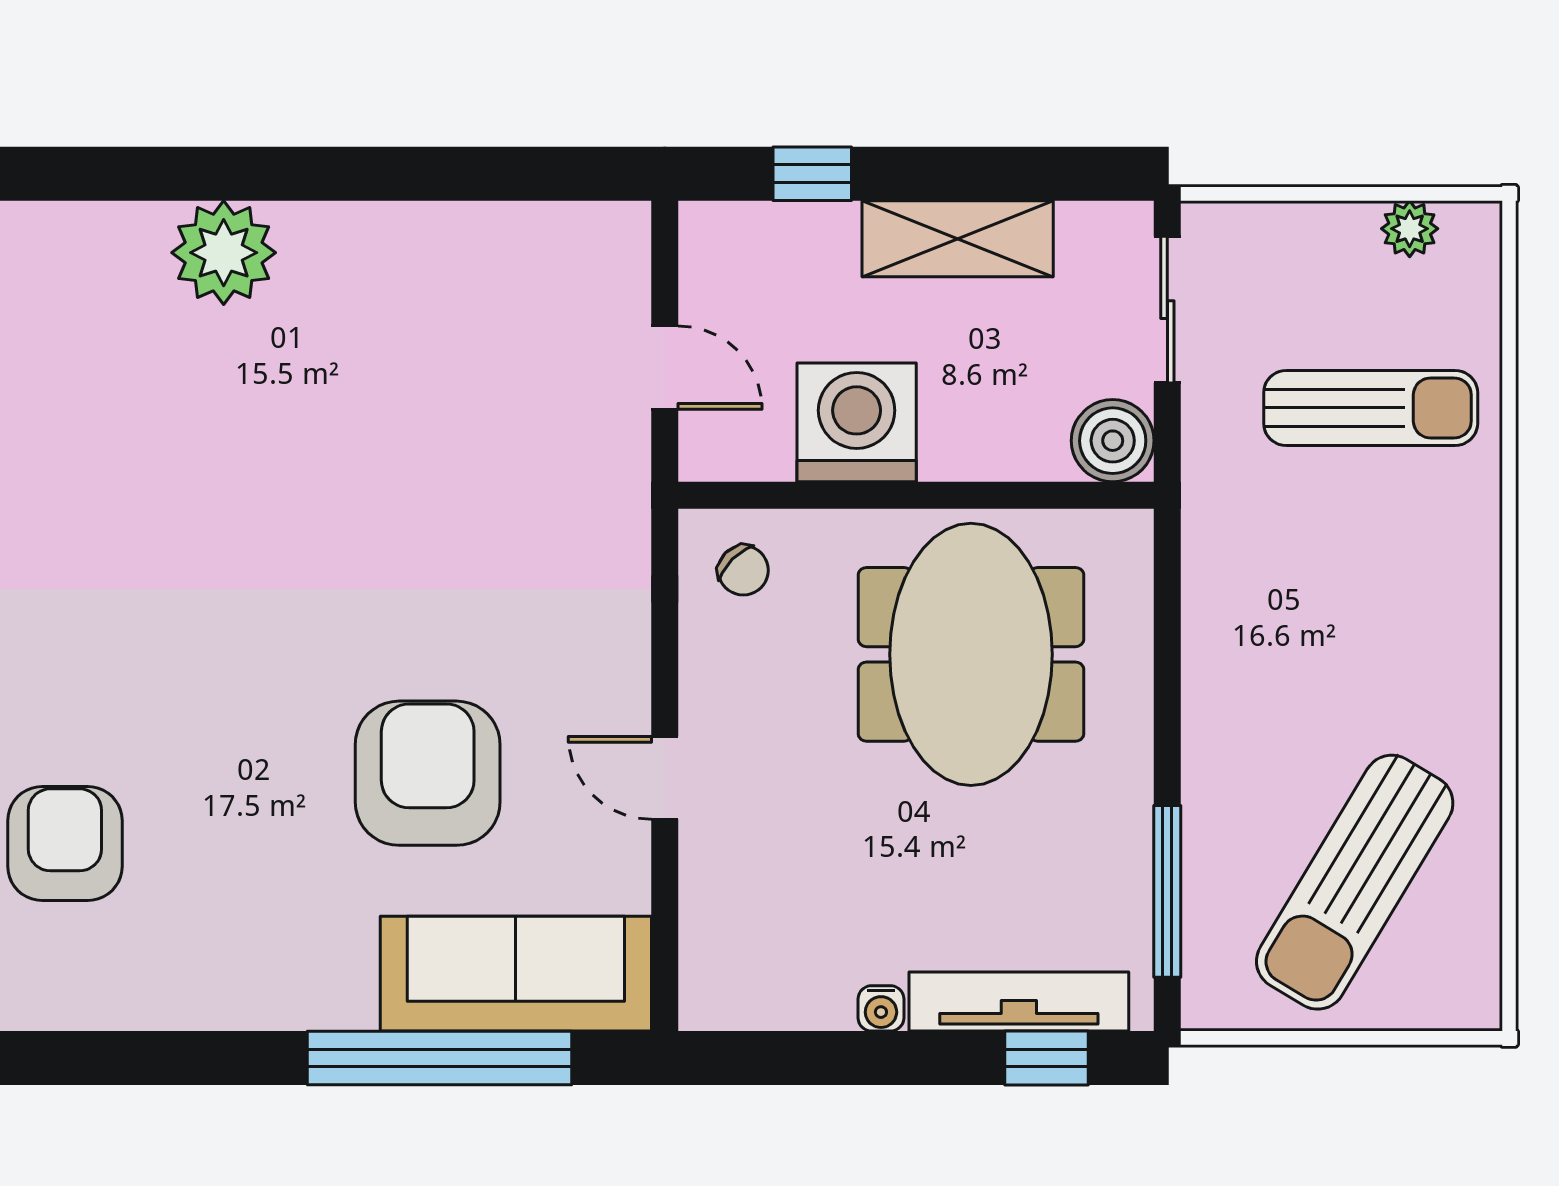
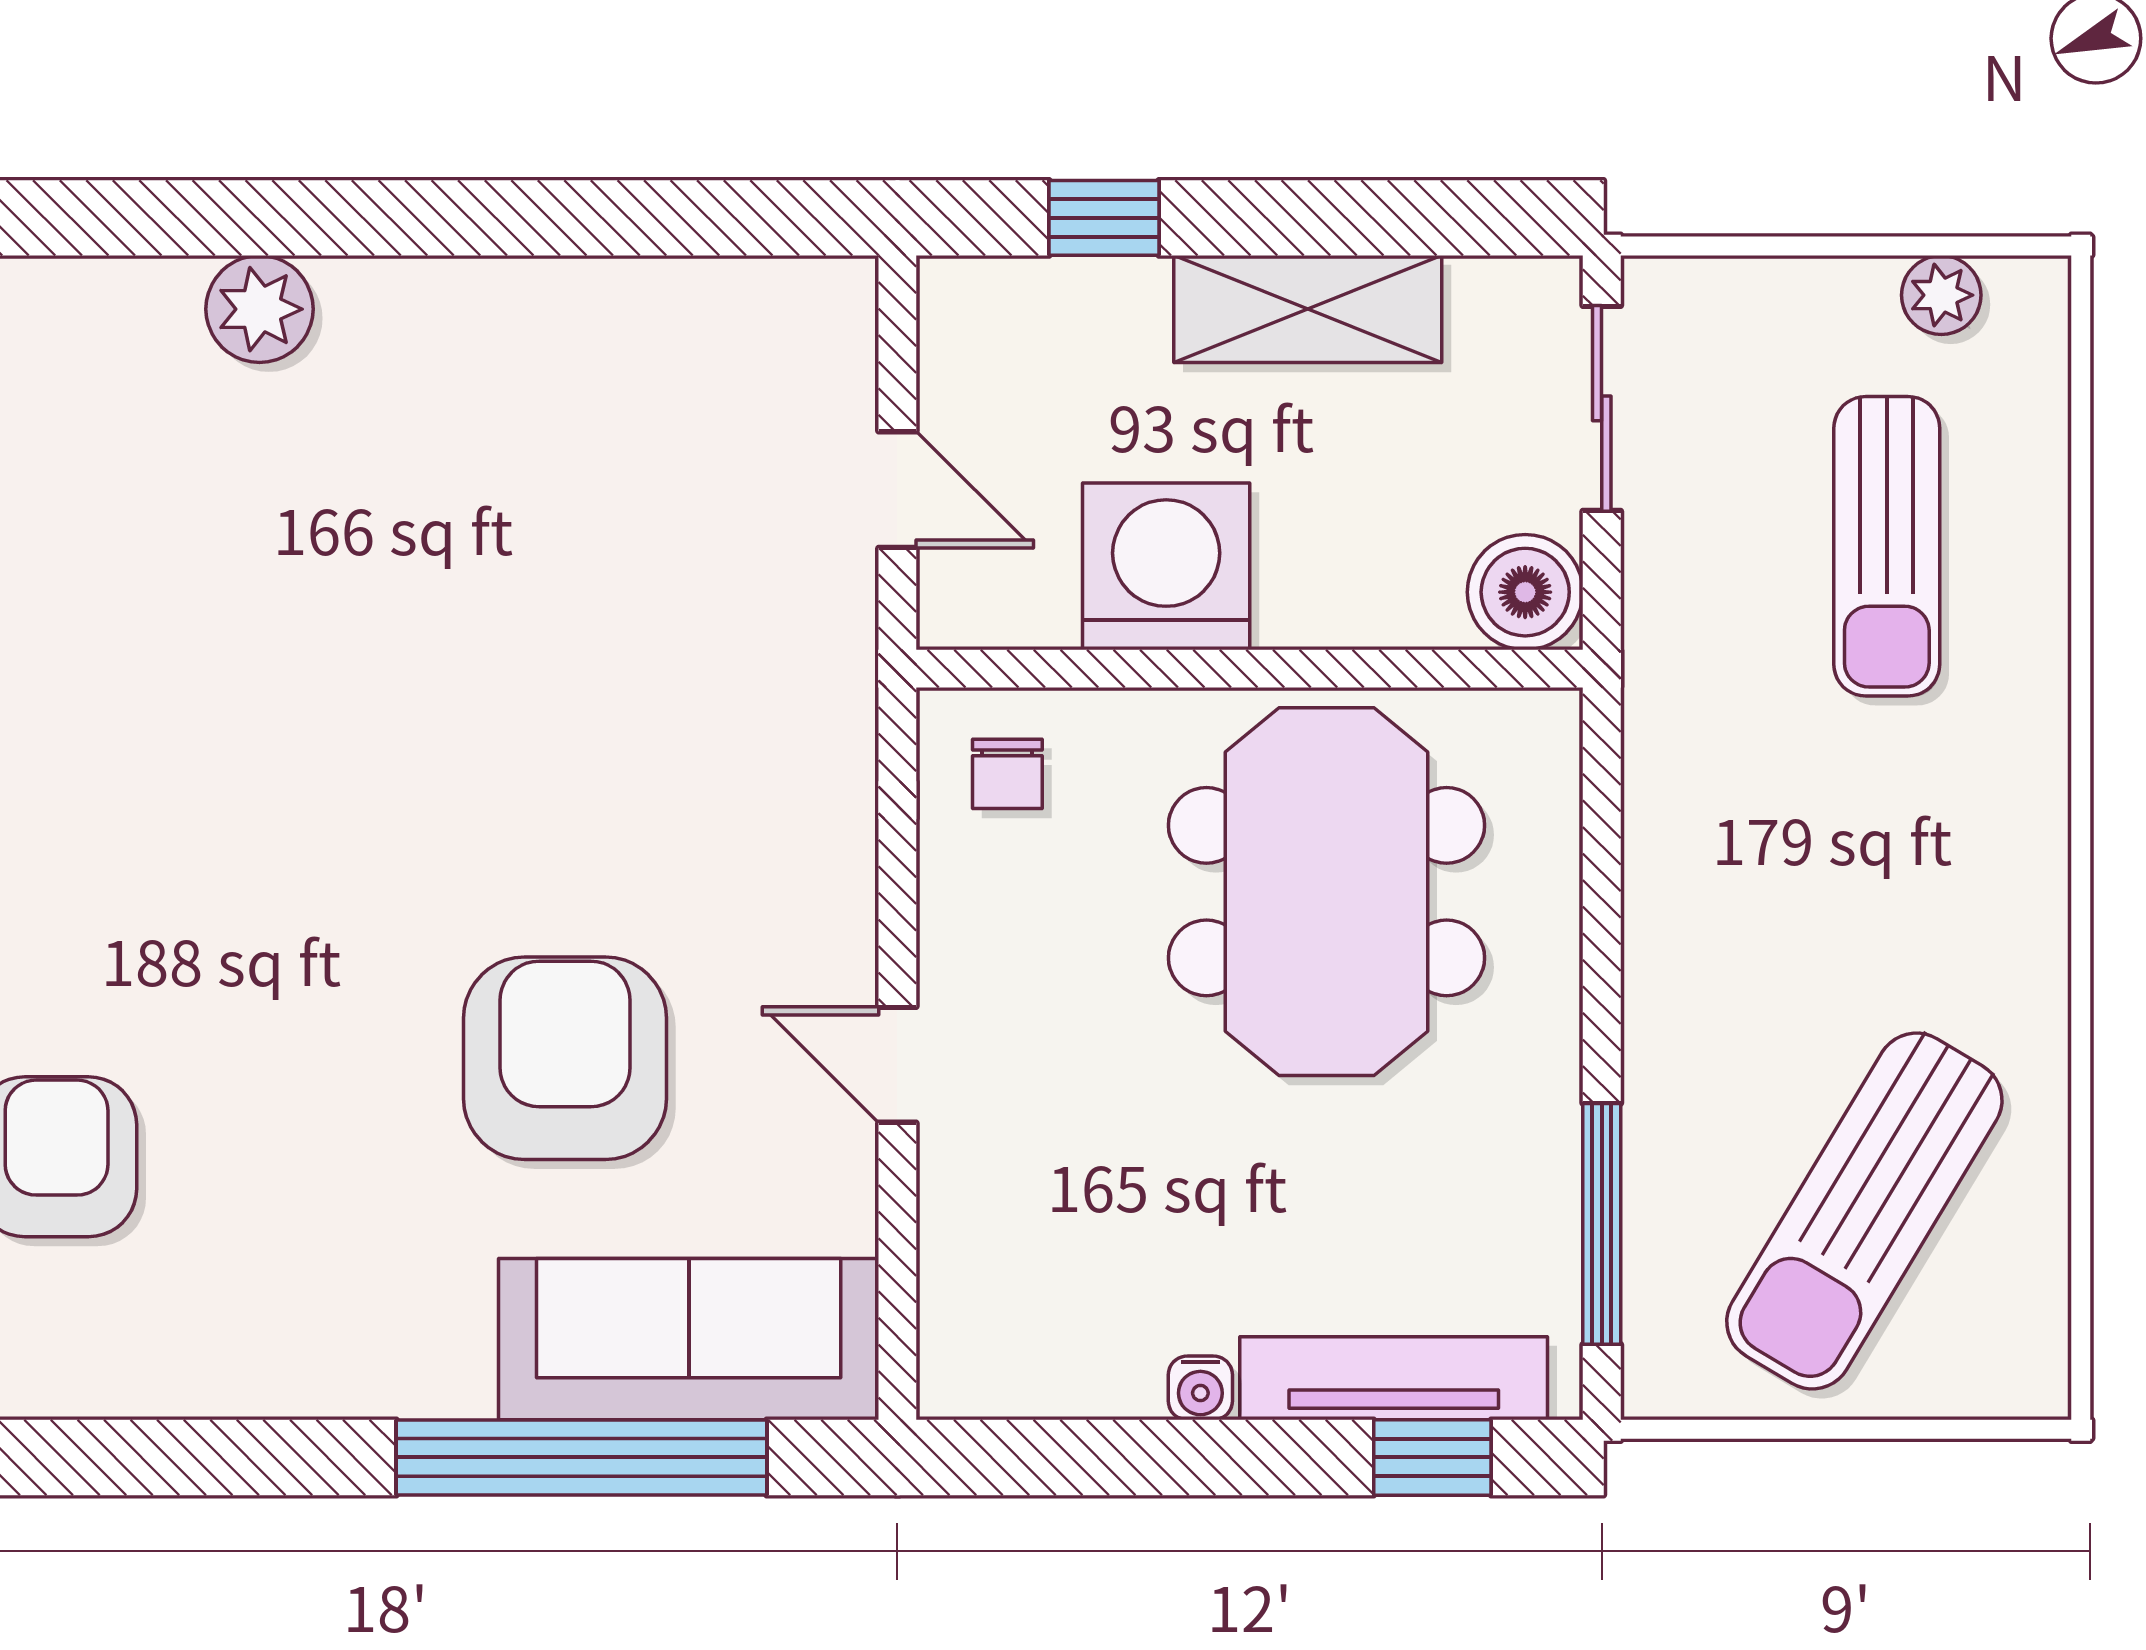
plant: (224, 253) -> (260, 309), width x0.73, depth x0.73
sun lounger: (1371, 408) -> (1887, 546), turned 90
chair: (743, 570) -> (1007, 774), turned 45

